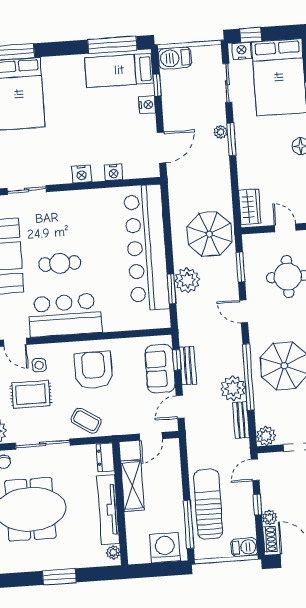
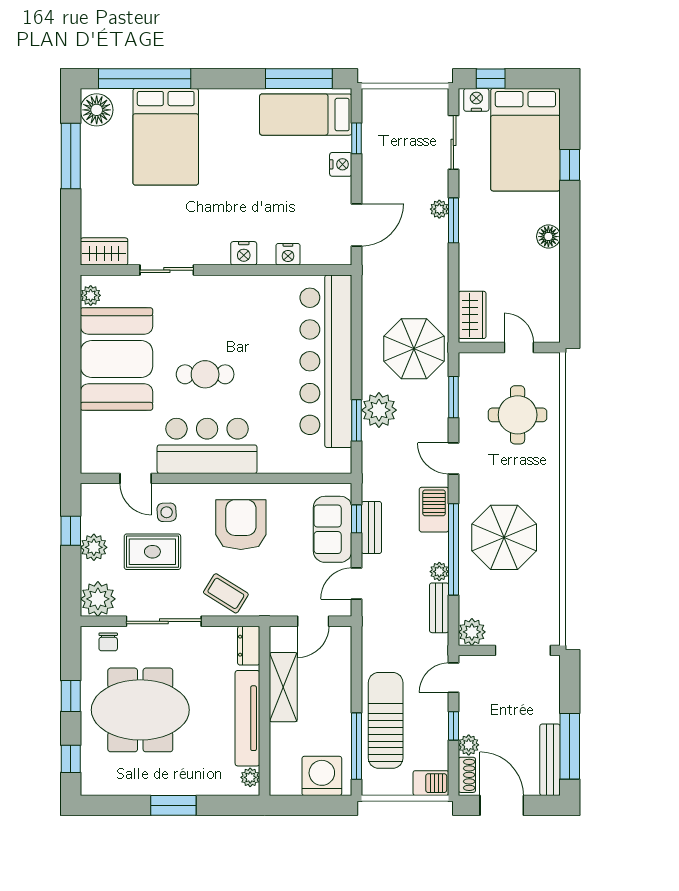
barbecue: (175, 58) -> (434, 510), moved, turned 90
plant: (233, 388) -> (439, 572), width x0.53, depth x0.53

